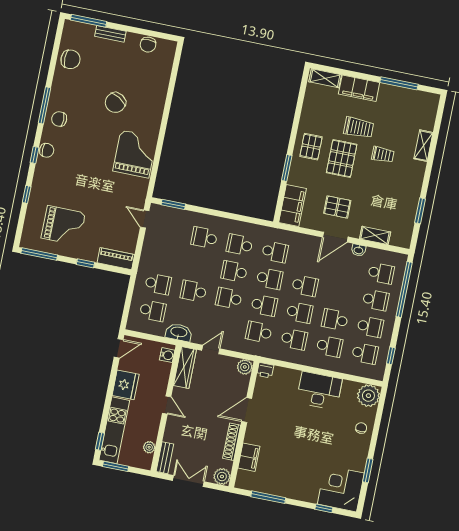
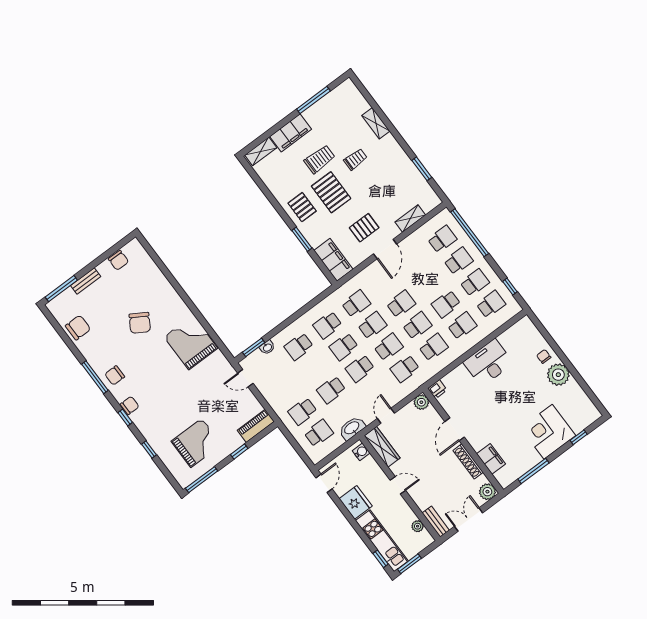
washbasin: (359, 250) -> (267, 347), moved
school desk: (158, 284) -> (302, 411), turned 180
plant: (368, 396) -> (558, 375), moved
window: (368, 470) -> (579, 380), removed
corner desk: (341, 489) -> (548, 432), moved

